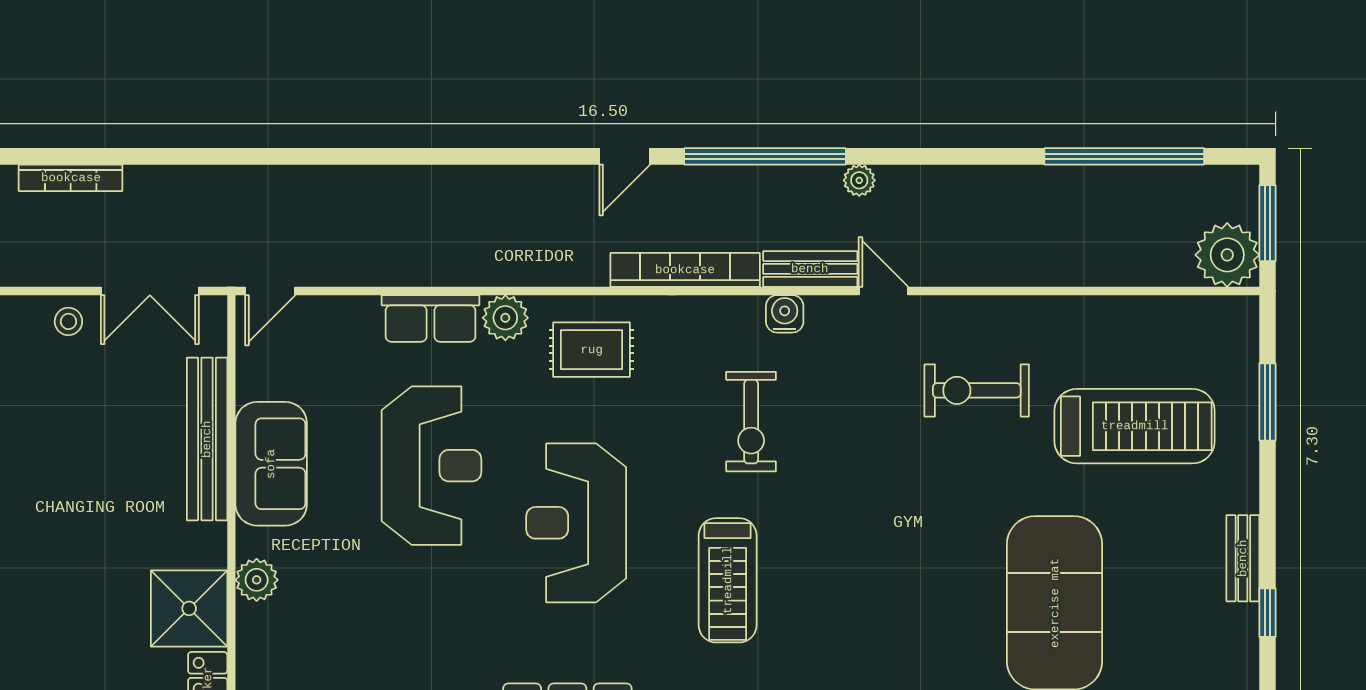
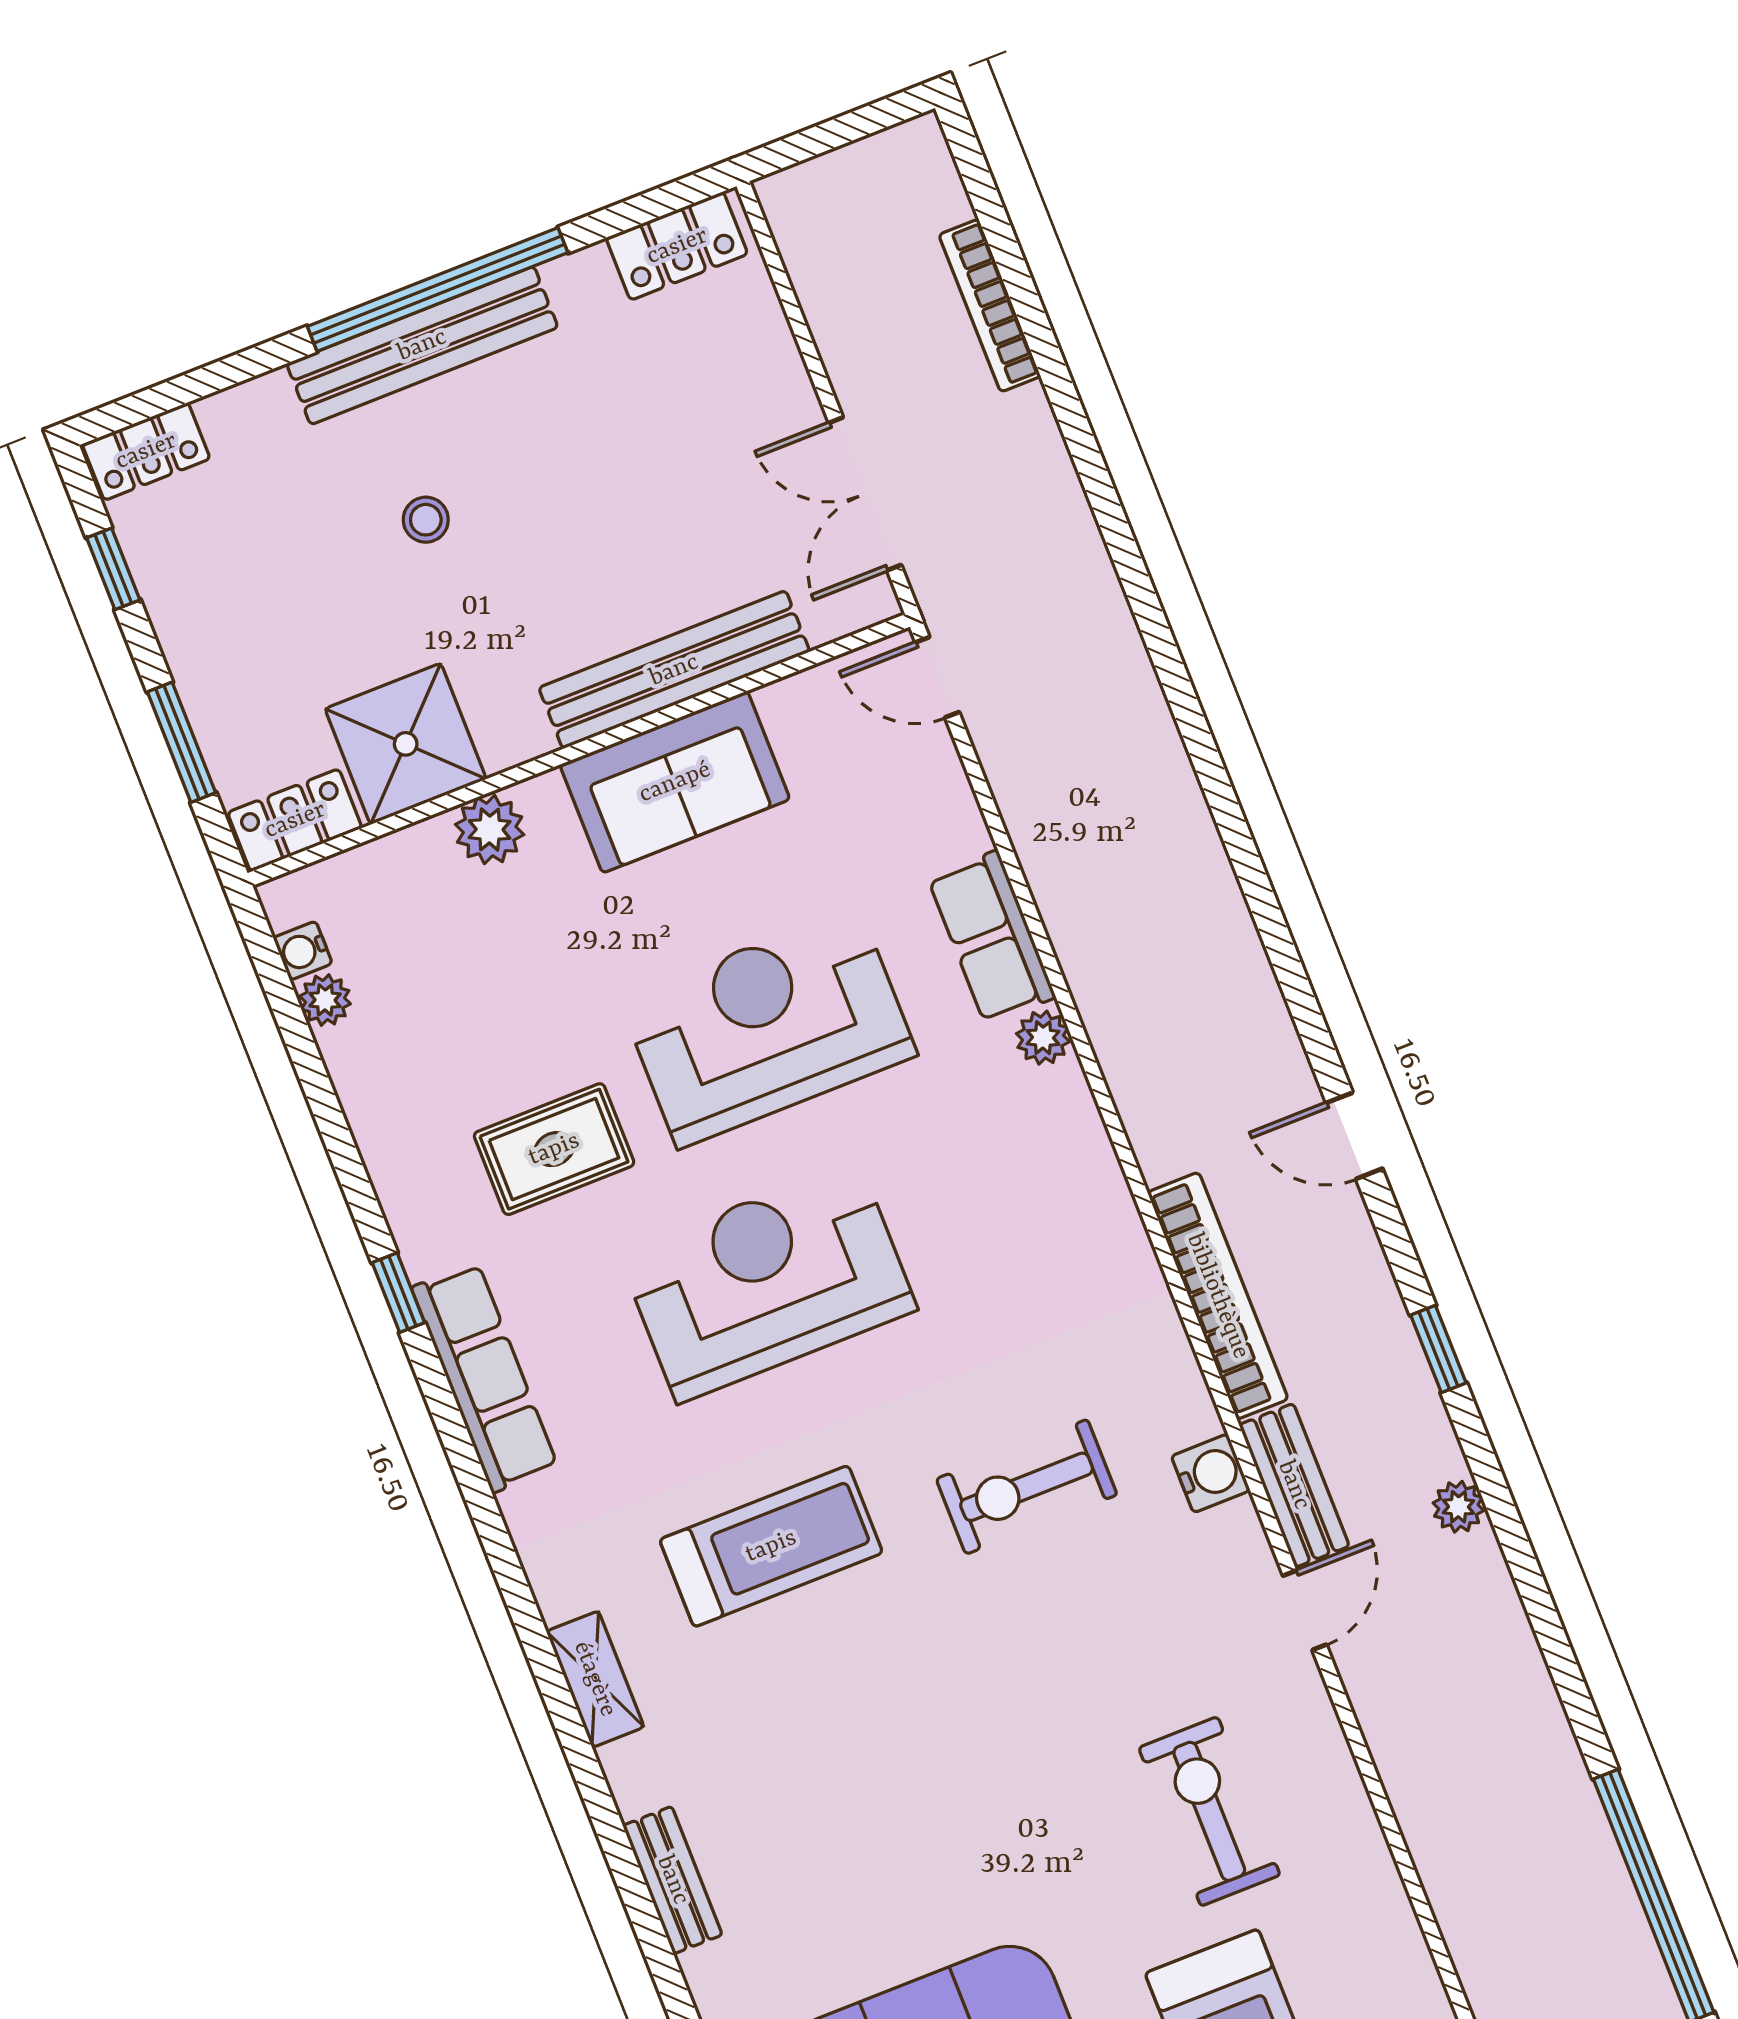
window: (765, 156) -> (1438, 1349), width x0.32
plant: (505, 318) -> (1043, 1038), width x0.73, depth x0.73
stool: (68, 321) -> (426, 520), moved
rug: (592, 350) -> (554, 1149), moved, turned 90
reception desk: (431, 466) -> (768, 1027), turned 180
treadmill: (728, 580) -> (771, 1546), turned 180

